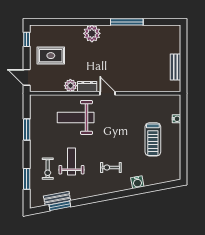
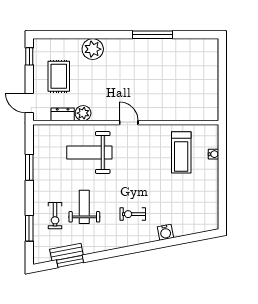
plant: (92, 33) -> (93, 49), moved
rug: (51, 56) -> (59, 76), turned 90
bench: (176, 67) -> (212, 90), removed
dresser: (87, 87) -> (63, 114), moved
treadmill: (153, 139) -> (181, 152), moved

